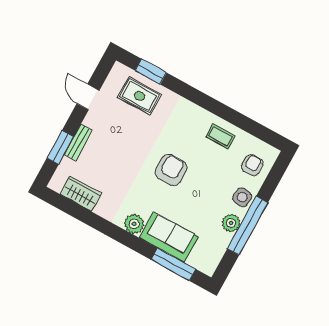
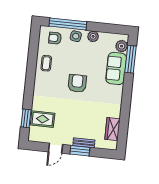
rug: (139, 96) -> (43, 119), turned 90
window: (60, 147) -> (80, 151), moved
armchair: (171, 170) -> (77, 83), turned 90
plant: (134, 224) -> (122, 46), moved
window: (248, 226) -> (68, 24), moved

